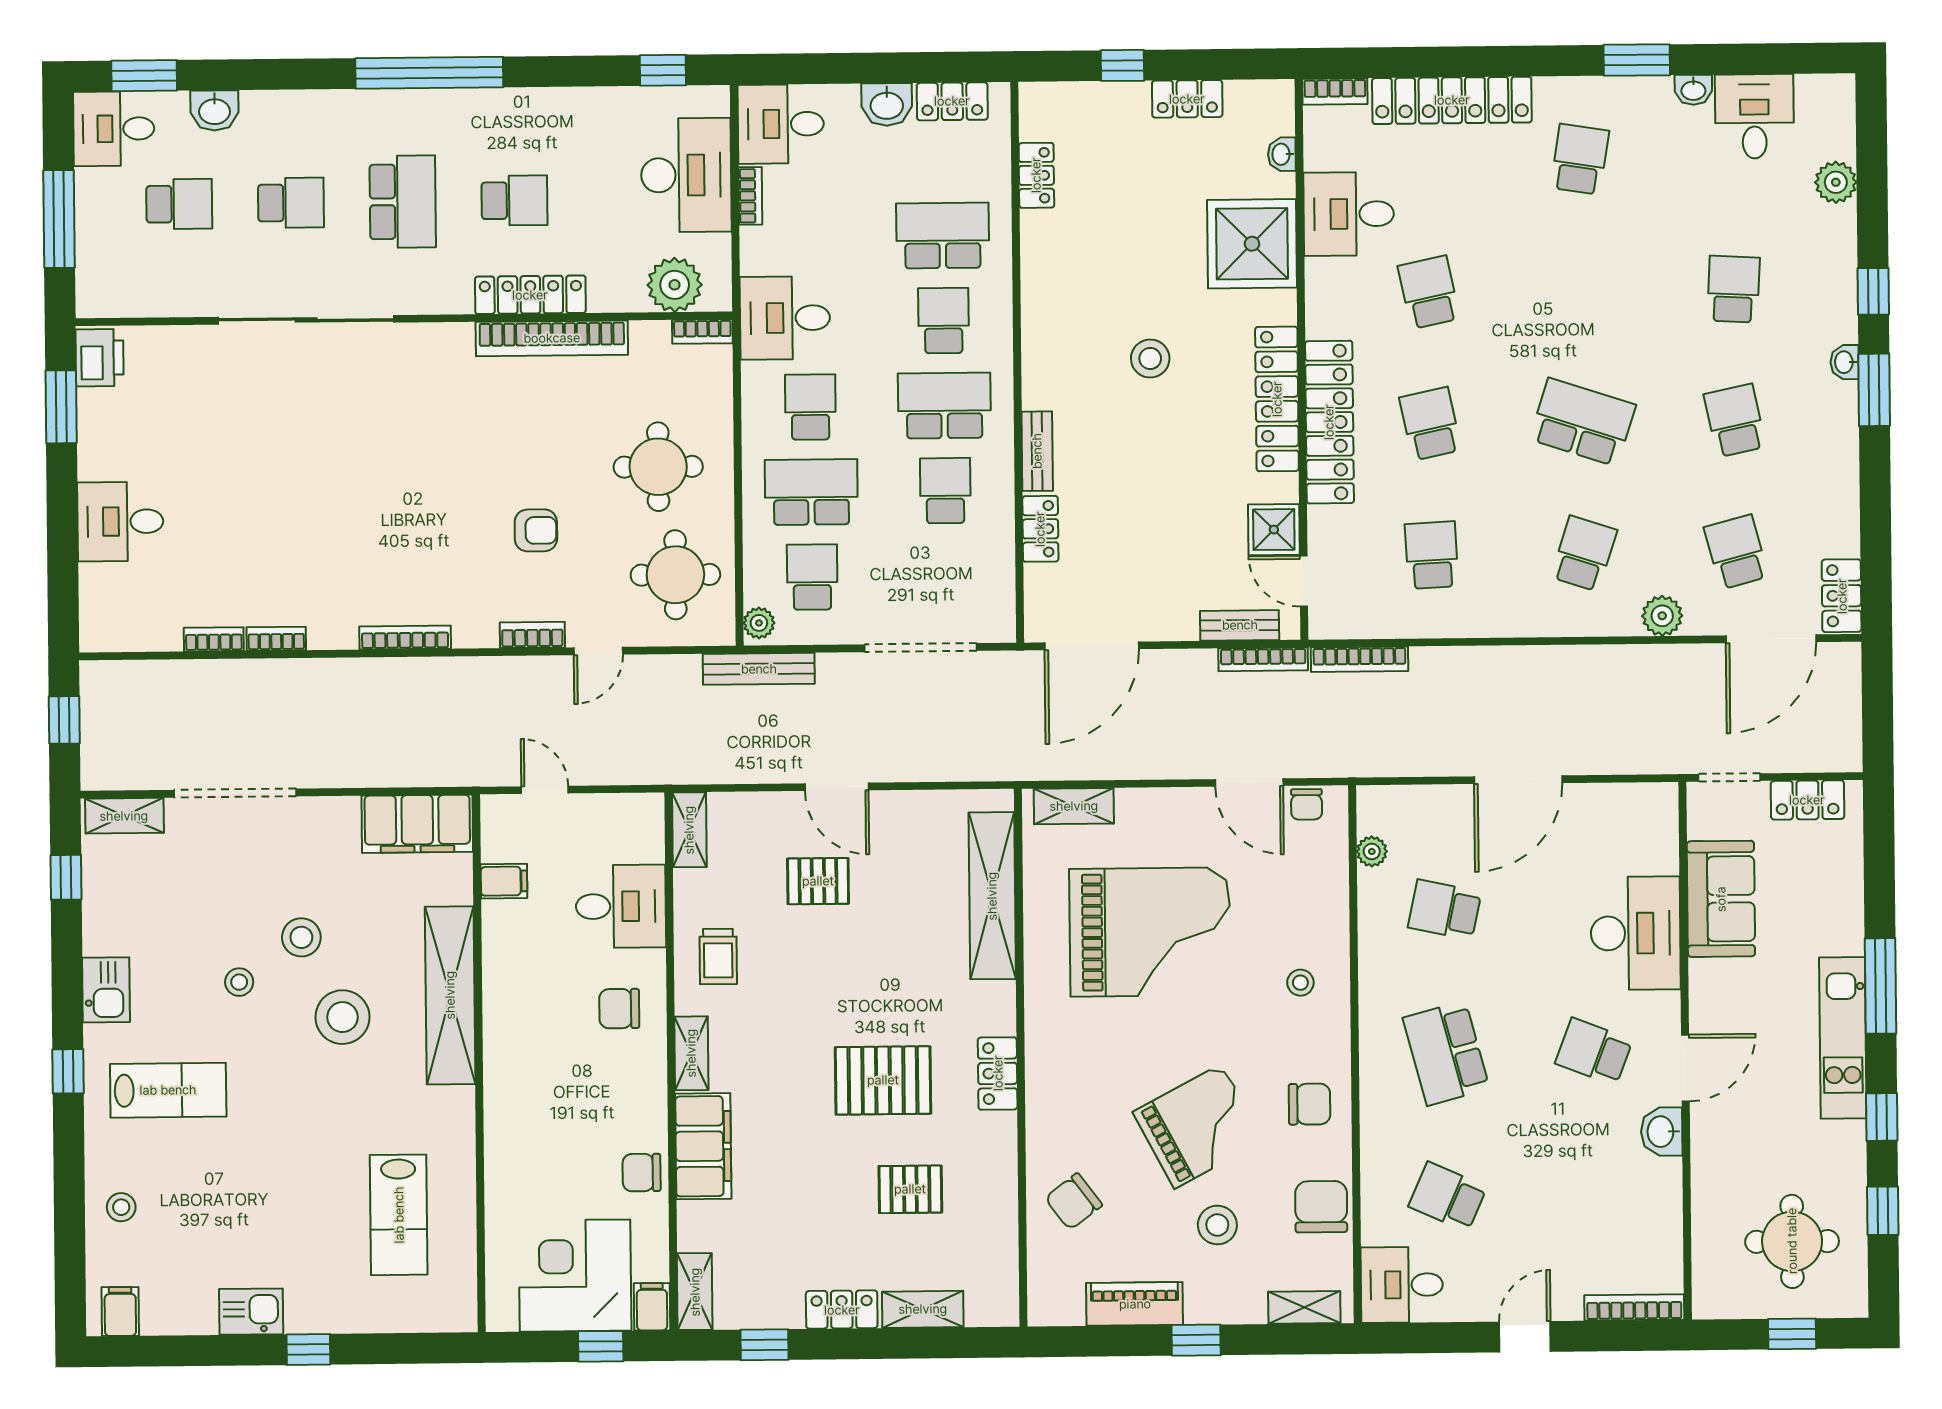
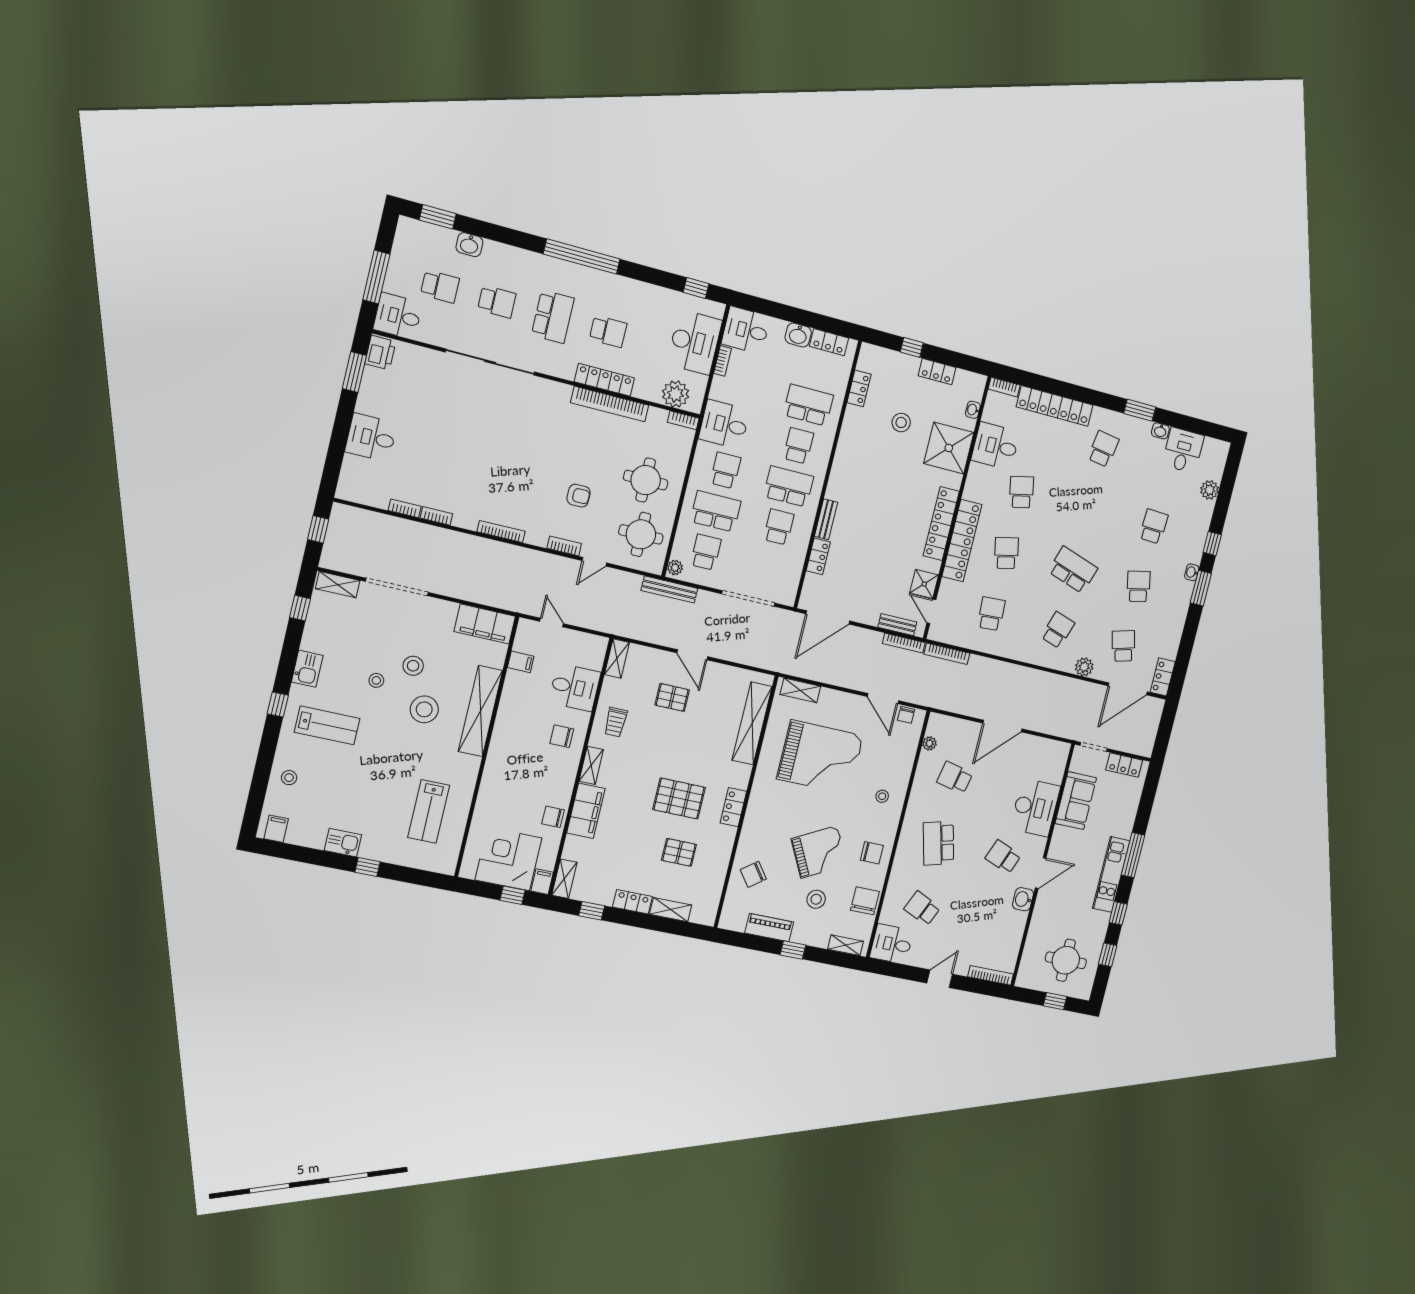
desk: (114, 129) -> (398, 316), moved
stool: (1150, 358) -> (901, 422), moved

